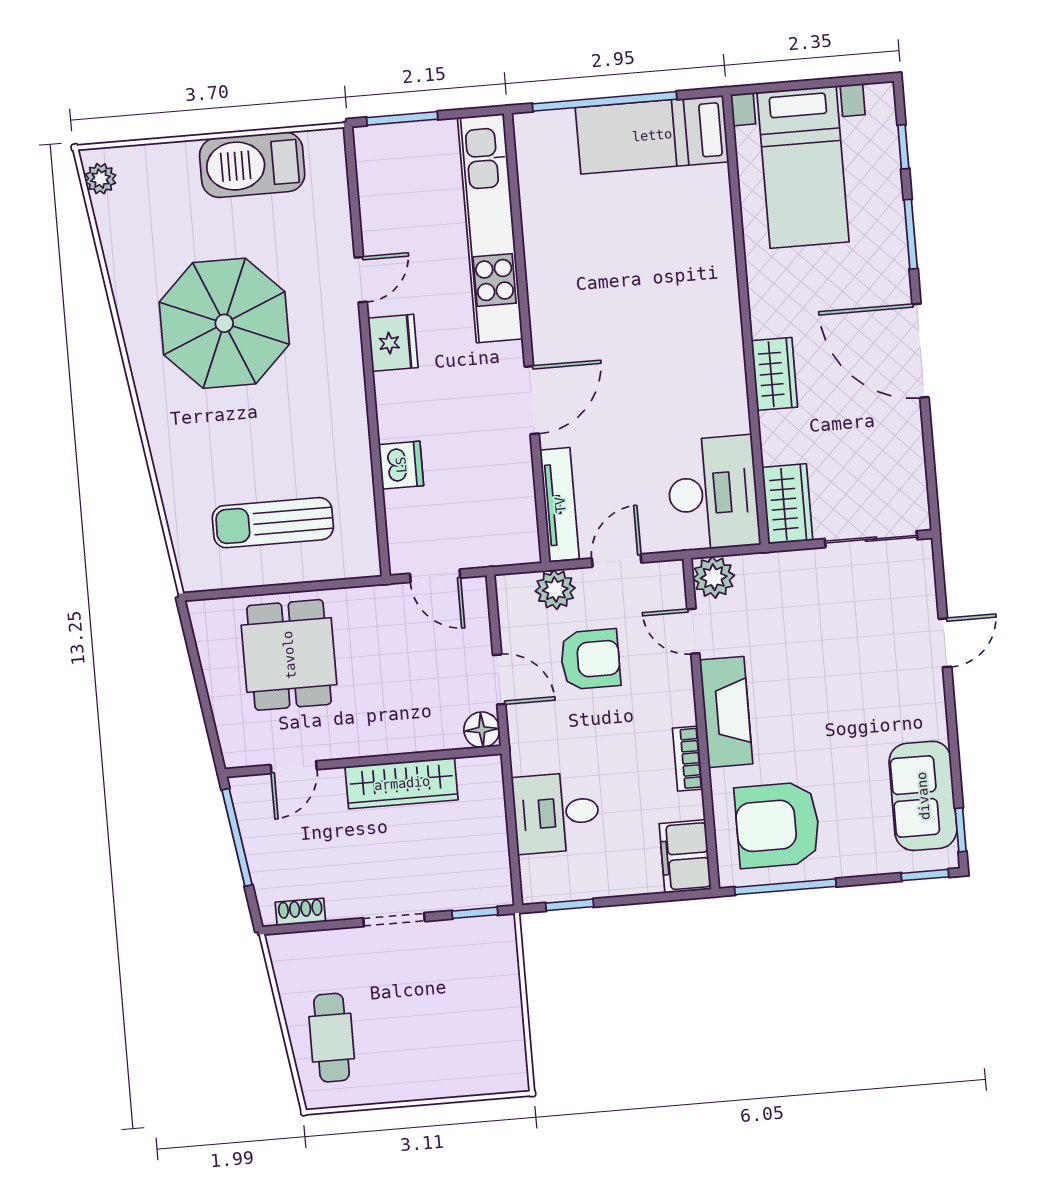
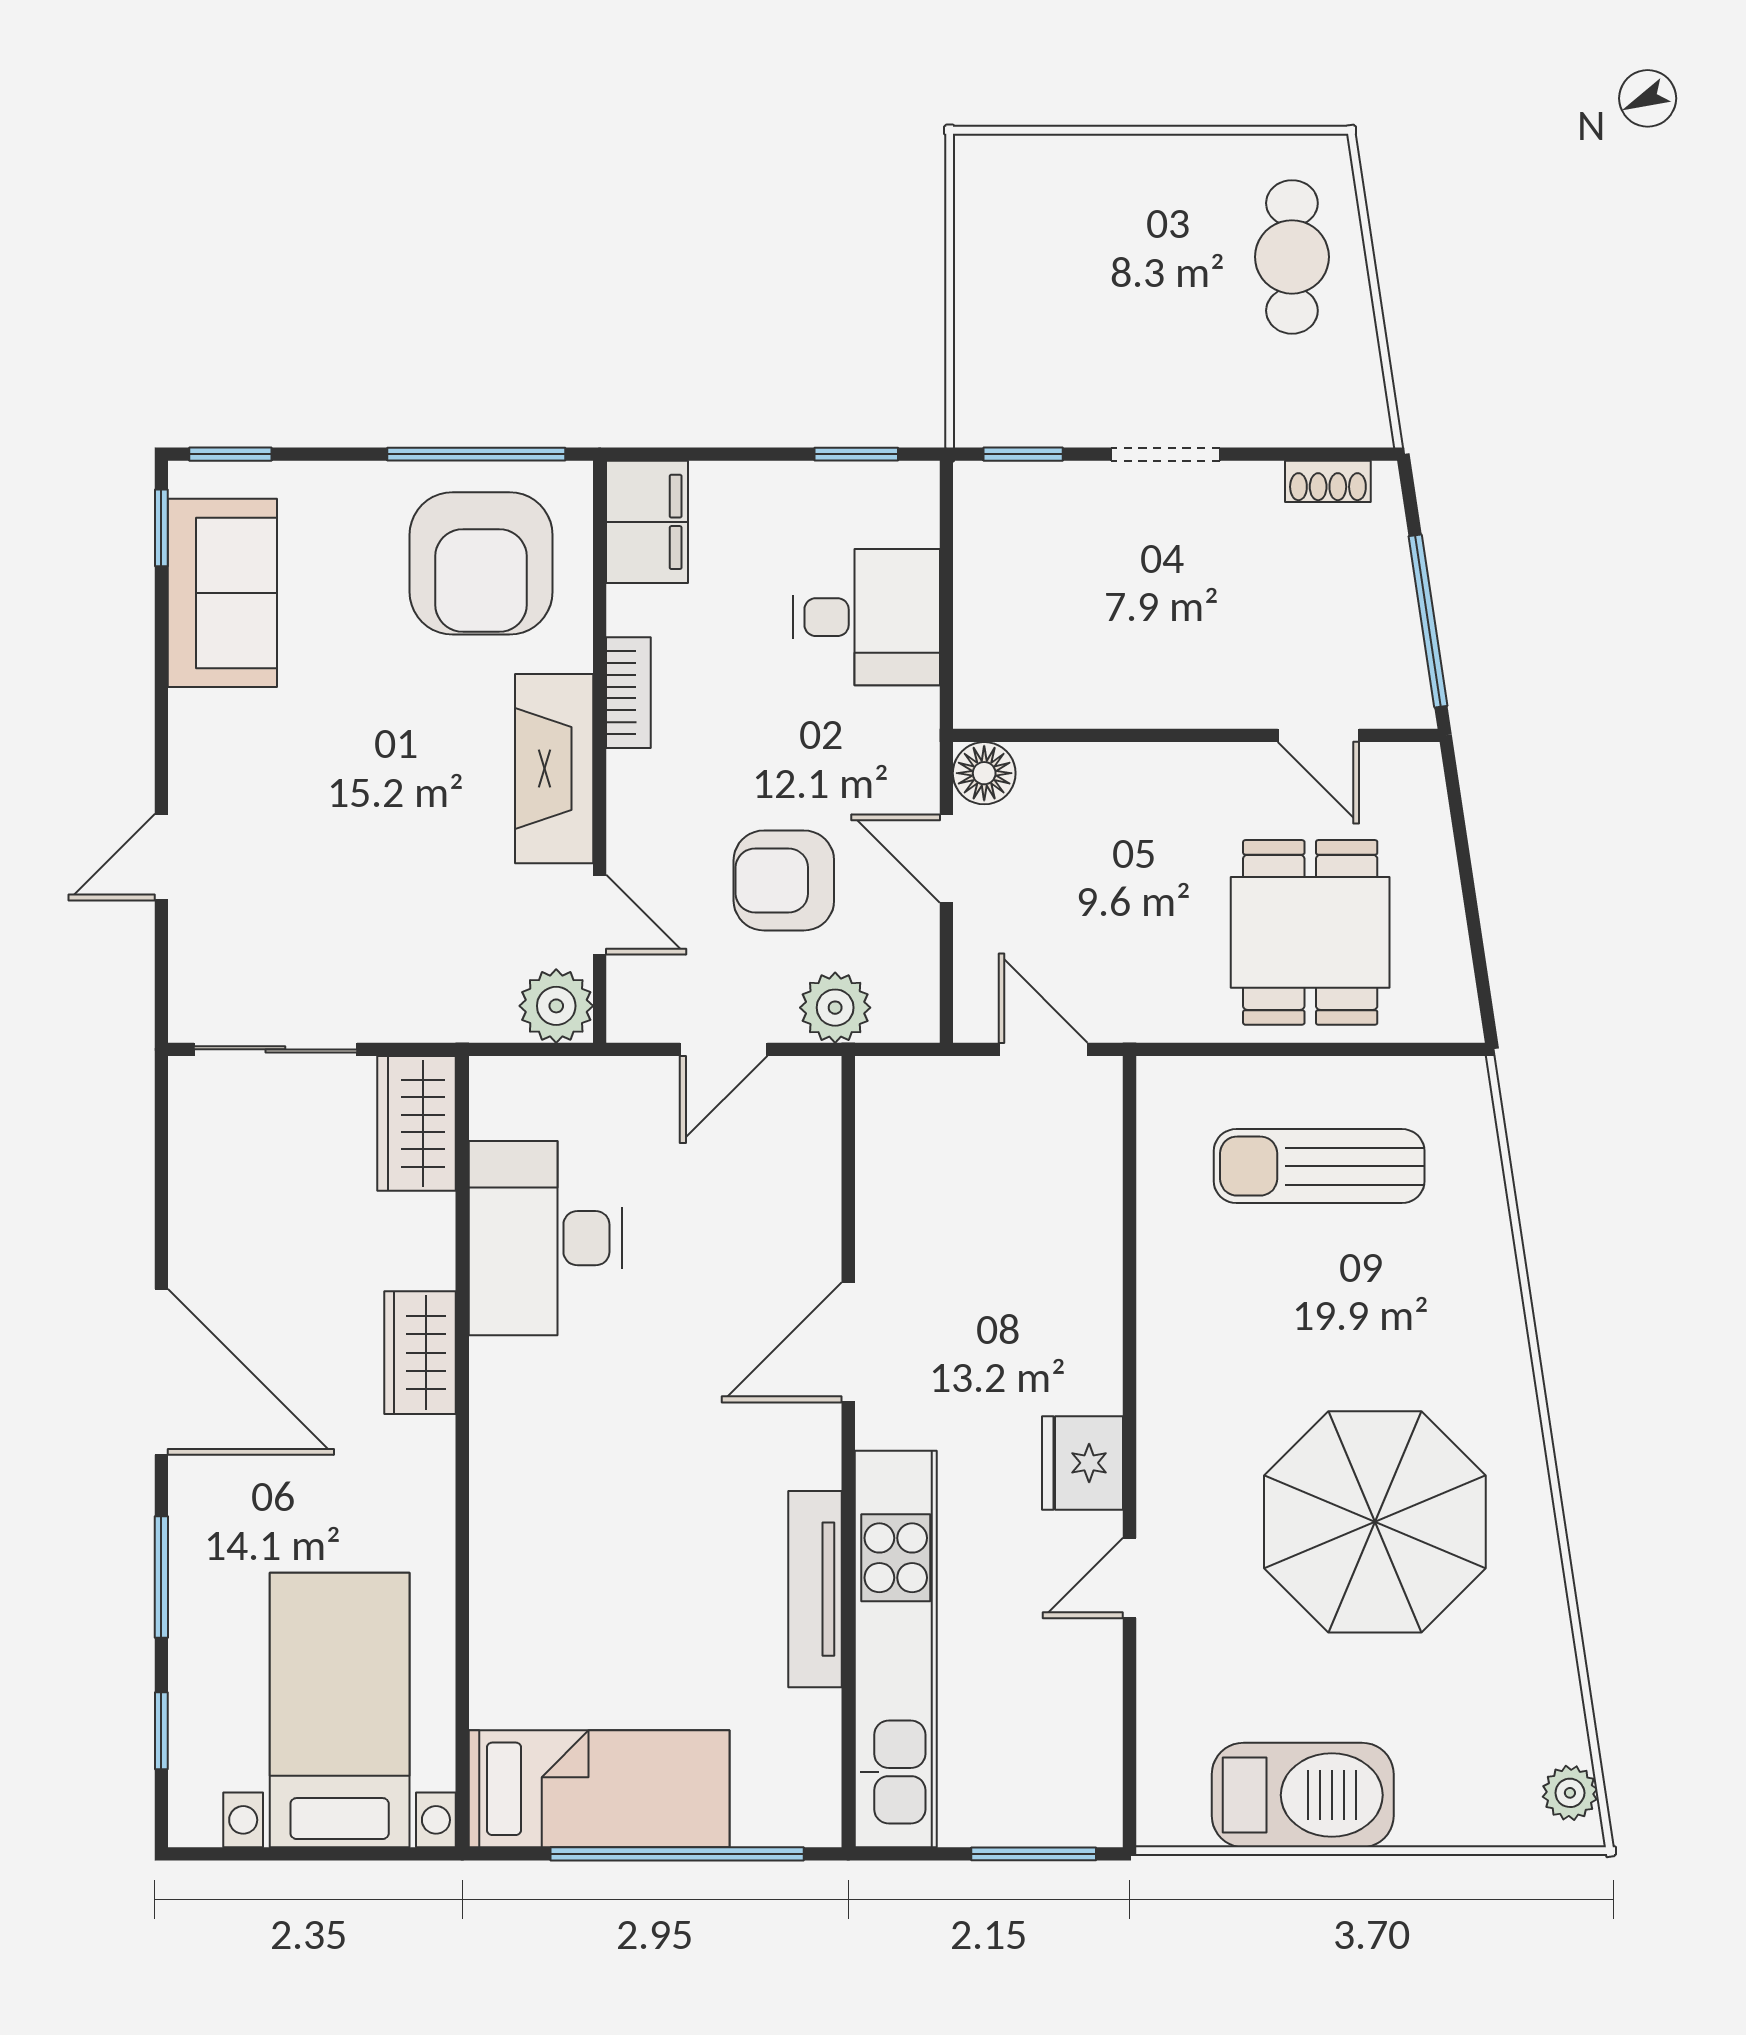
dishwasher: (401, 465) -> (1086, 1248), removed
desk: (713, 493) -> (545, 1238), moved
tv unit: (560, 505) -> (815, 1589), moved
sun lounger: (273, 523) -> (1319, 1166), turned 180
door: (294, 767) -> (1318, 735), swing flipped
wardrobe: (402, 783) -> (1132, 692), removed
armchair: (777, 825) -> (481, 563), turned 90

